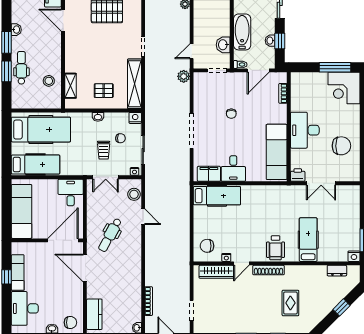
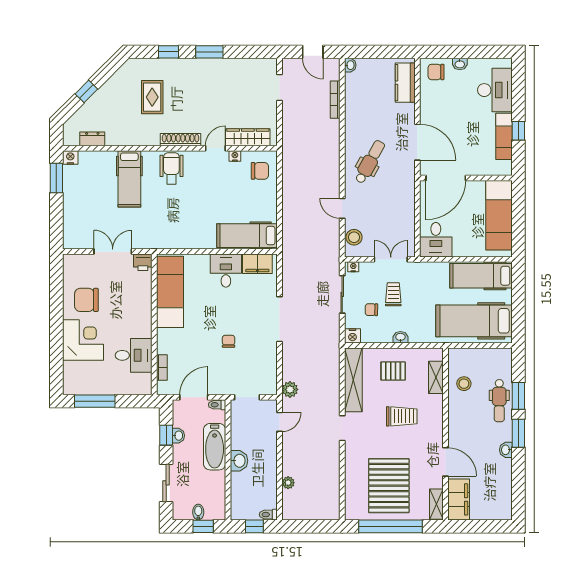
washbasin: (223, 45) -> (239, 461), moved
trolley: (97, 55) -> (402, 416), added
corner desk: (344, 88) -> (83, 340), moved
desk: (305, 130) -> (134, 355), moved, width x0.73
dental chair: (110, 235) -> (370, 162), moved

